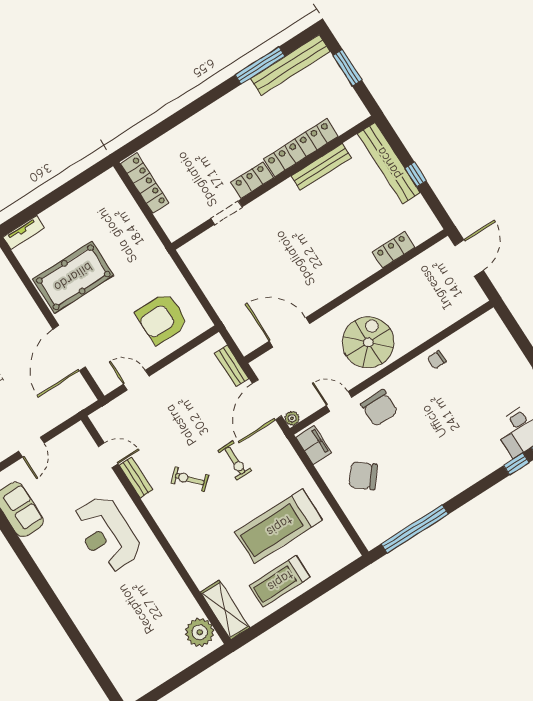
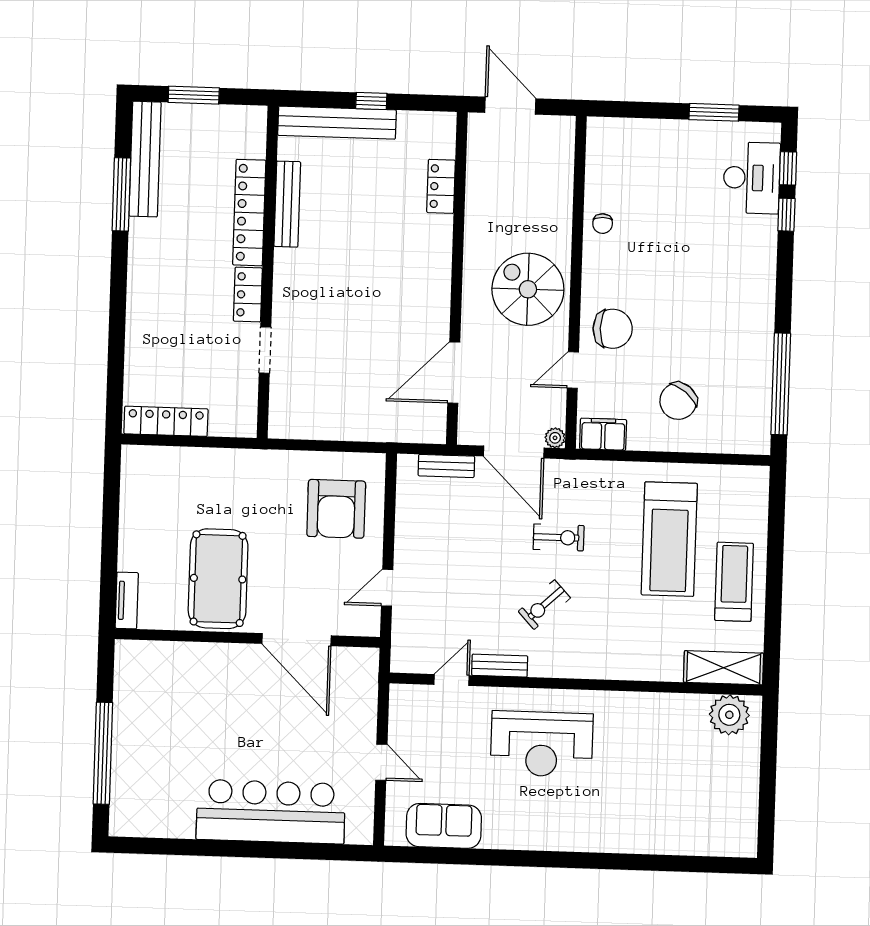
treadmill: (280, 581) -> (734, 582), turned 180

